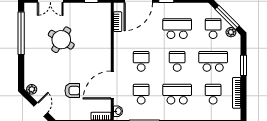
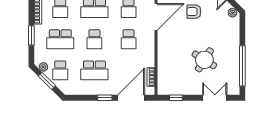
window: (227, 17) -> (47, 81), width x0.69

